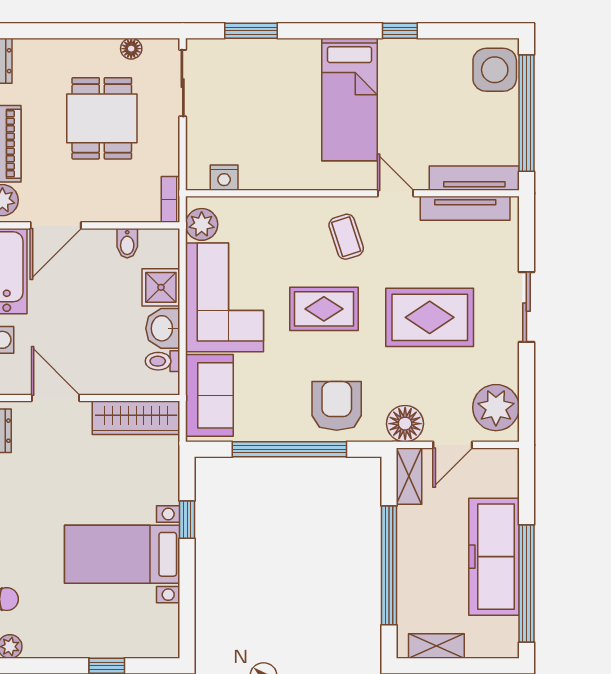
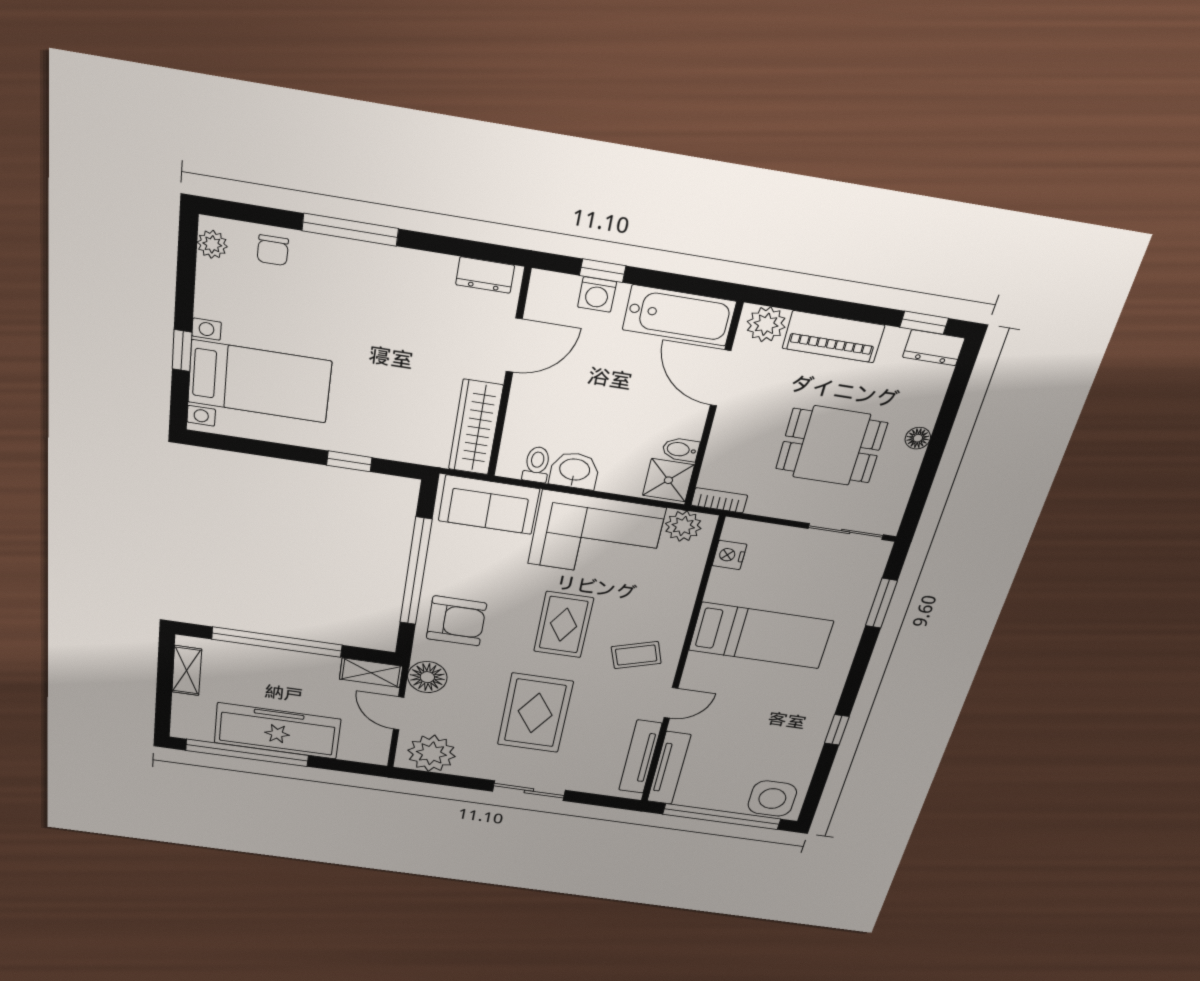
floor lamp: (131, 49) -> (918, 438), moved
bed: (350, 99) -> (761, 636), moved, turned 180
shower: (161, 287) -> (668, 480), moved
bed with nightstands: (122, 554) -> (259, 382), moved, turned 90

